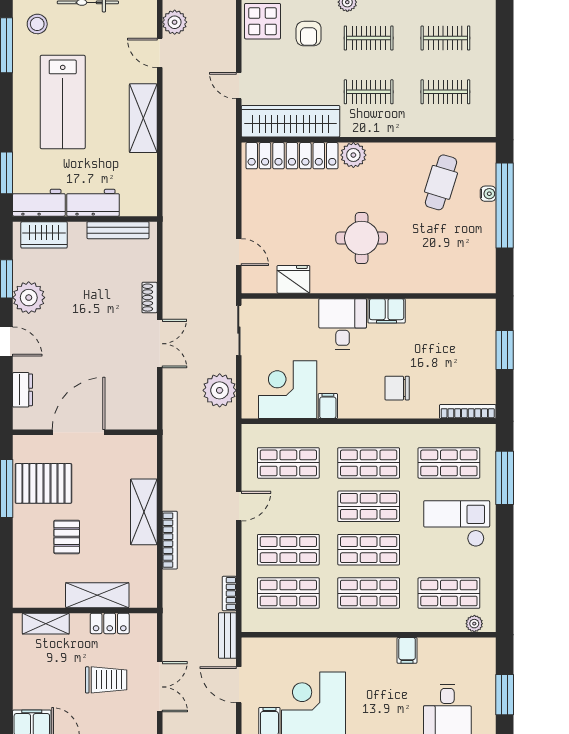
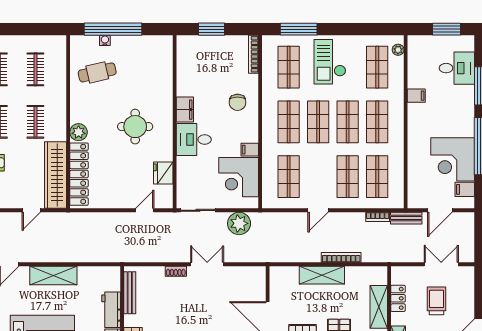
cafe table: (441, 182) -> (97, 72), turned -30
door: (239, 506) -> (318, 210), swing flipped

